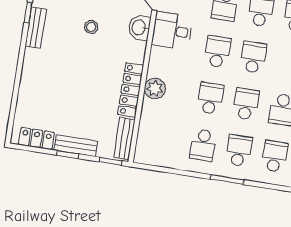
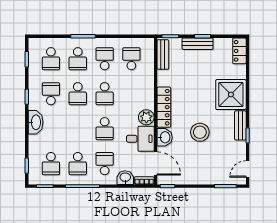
stool: (91, 27) -> (200, 132), width x1.89, depth x1.89
school desk: (253, 57) -> (131, 59), moved, turned 180
shower: (42, 71) -> (231, 94), added
plant: (155, 89) -> (146, 117), moved
locker: (131, 90) -> (164, 107), moved
locker: (36, 139) -> (239, 51), moved, turned 90

